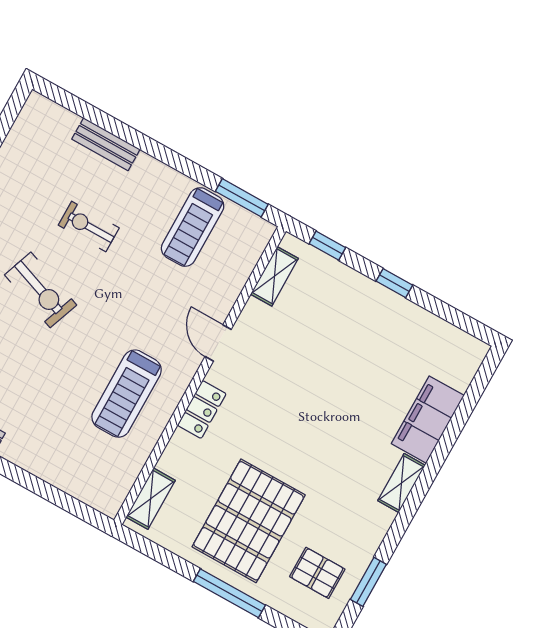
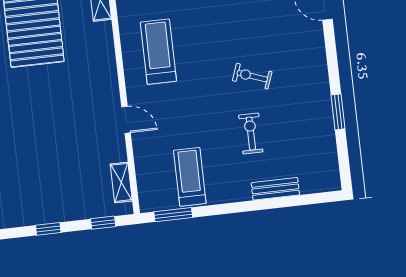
exercise bike: (89, 226) -> (251, 133), turned -90
exercise bike: (41, 290) -> (252, 76), width x0.73, depth x0.72
locker: (202, 409) -> (108, 74), removed

